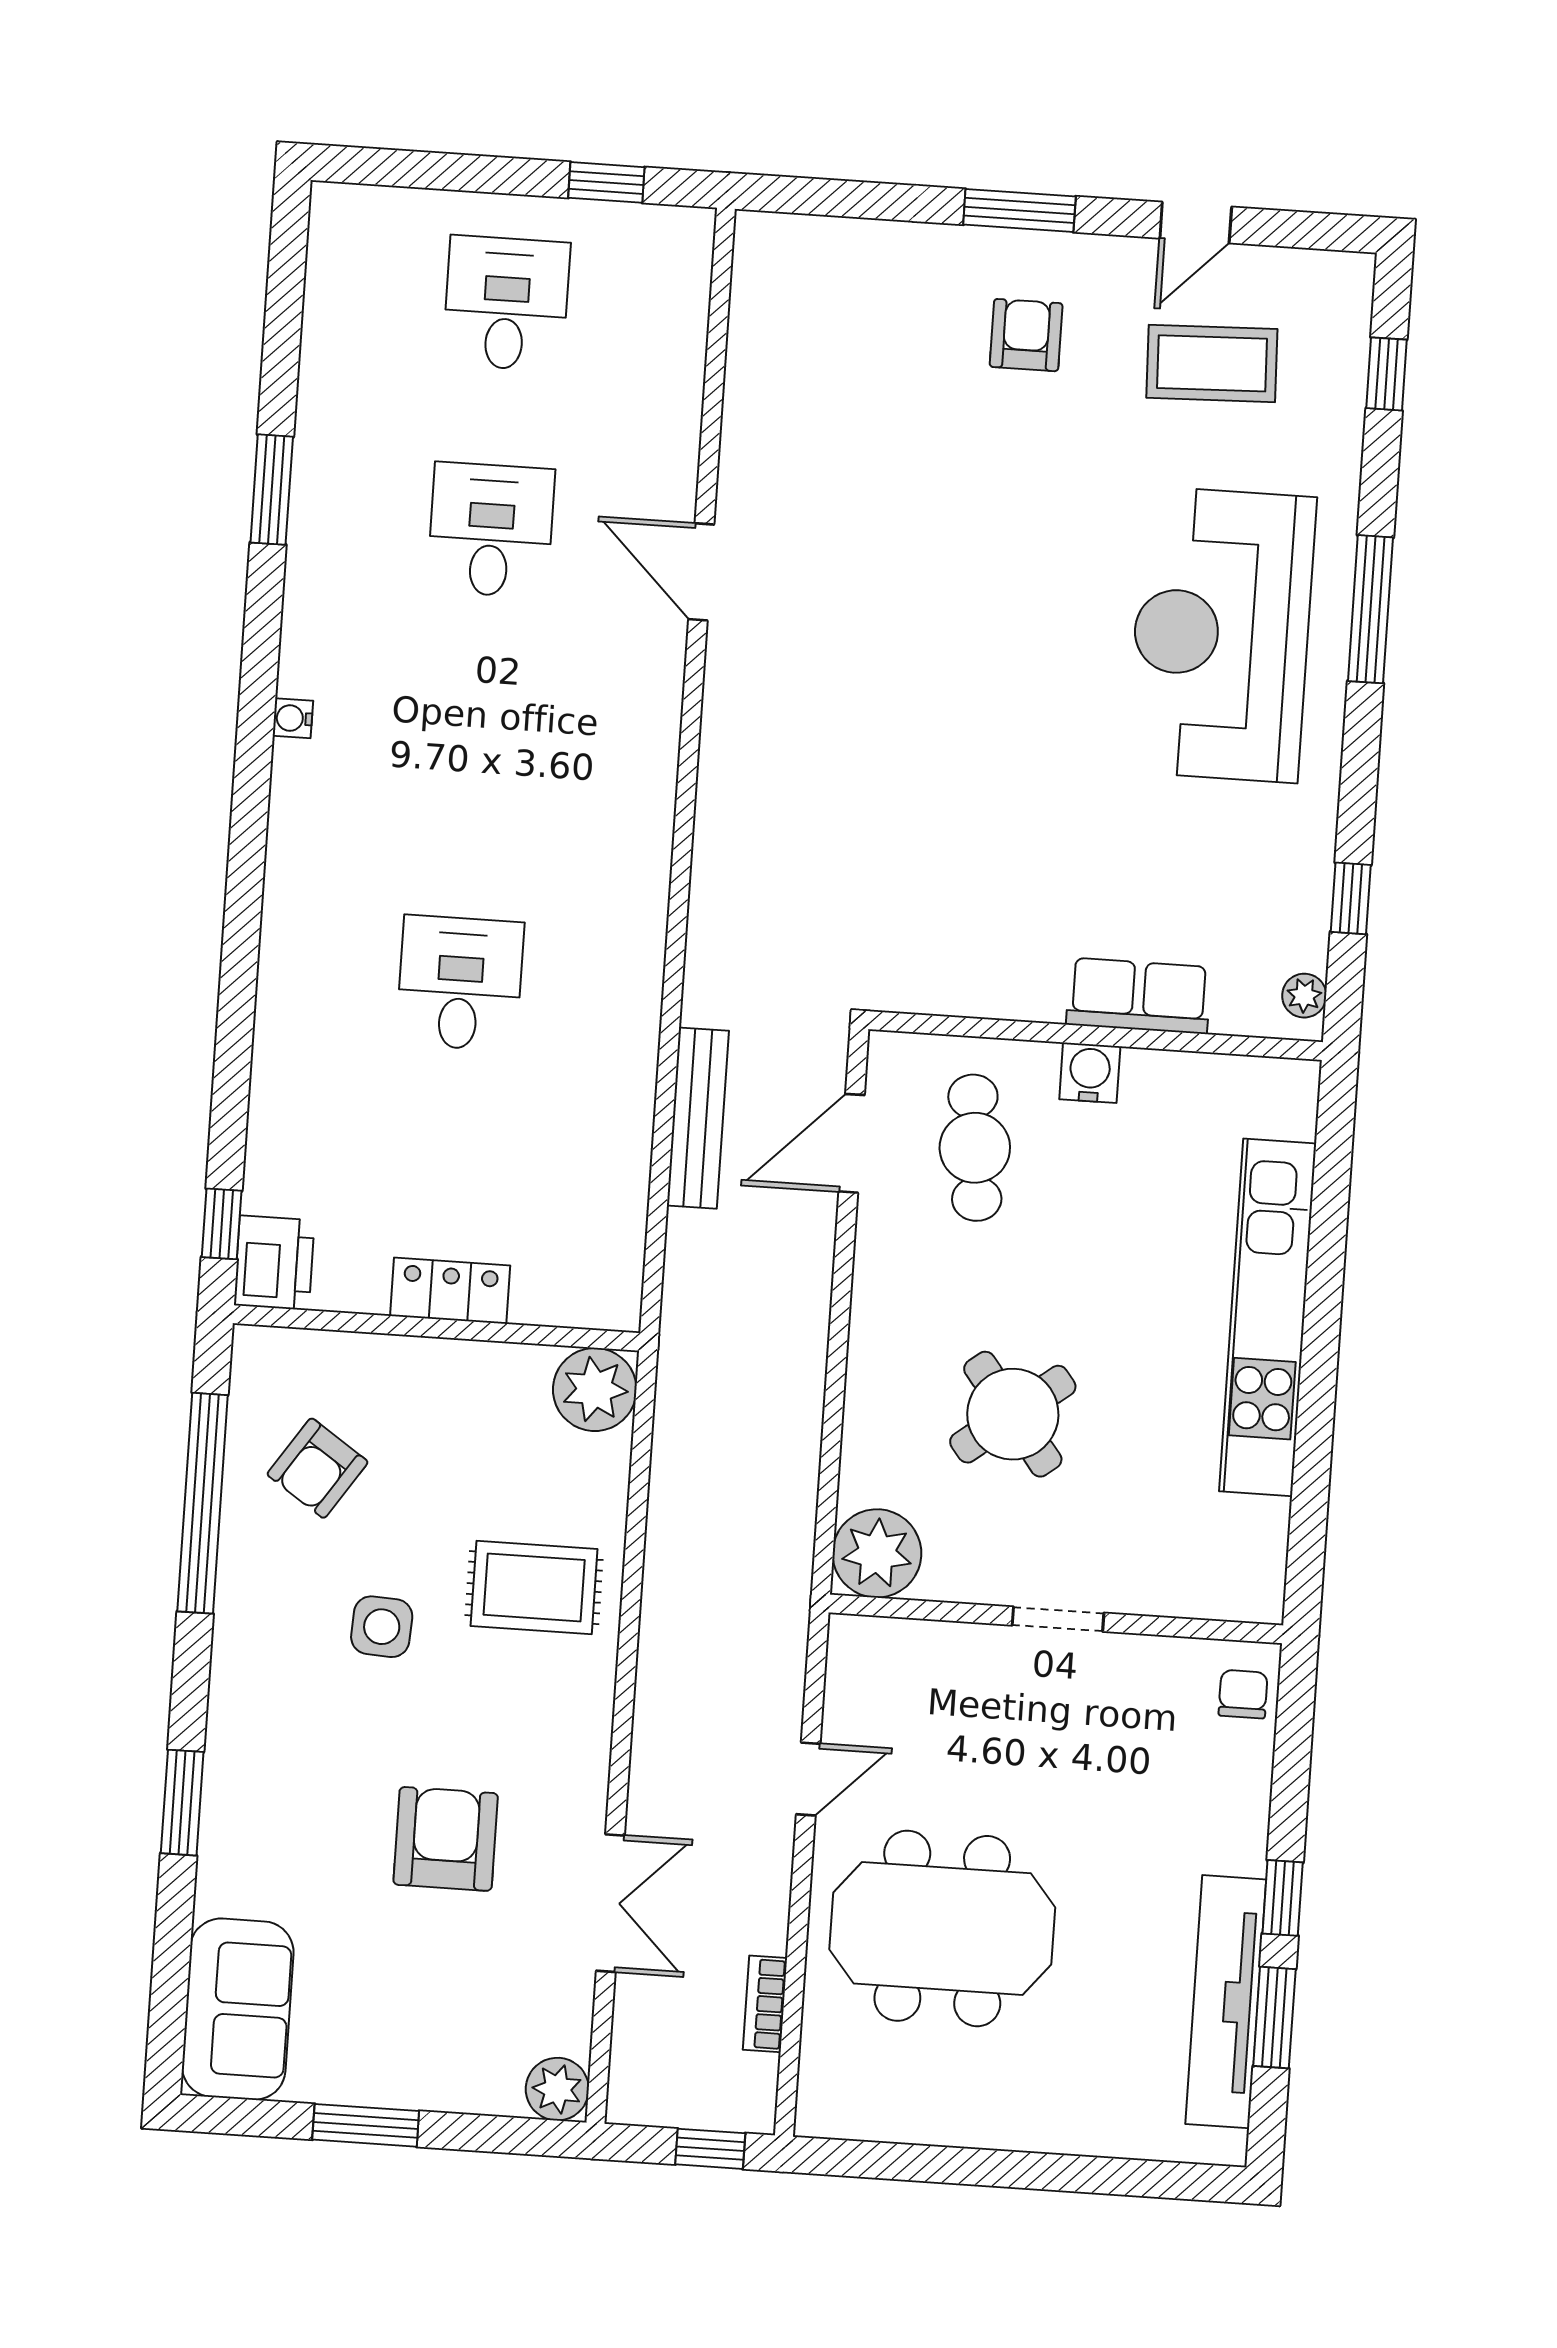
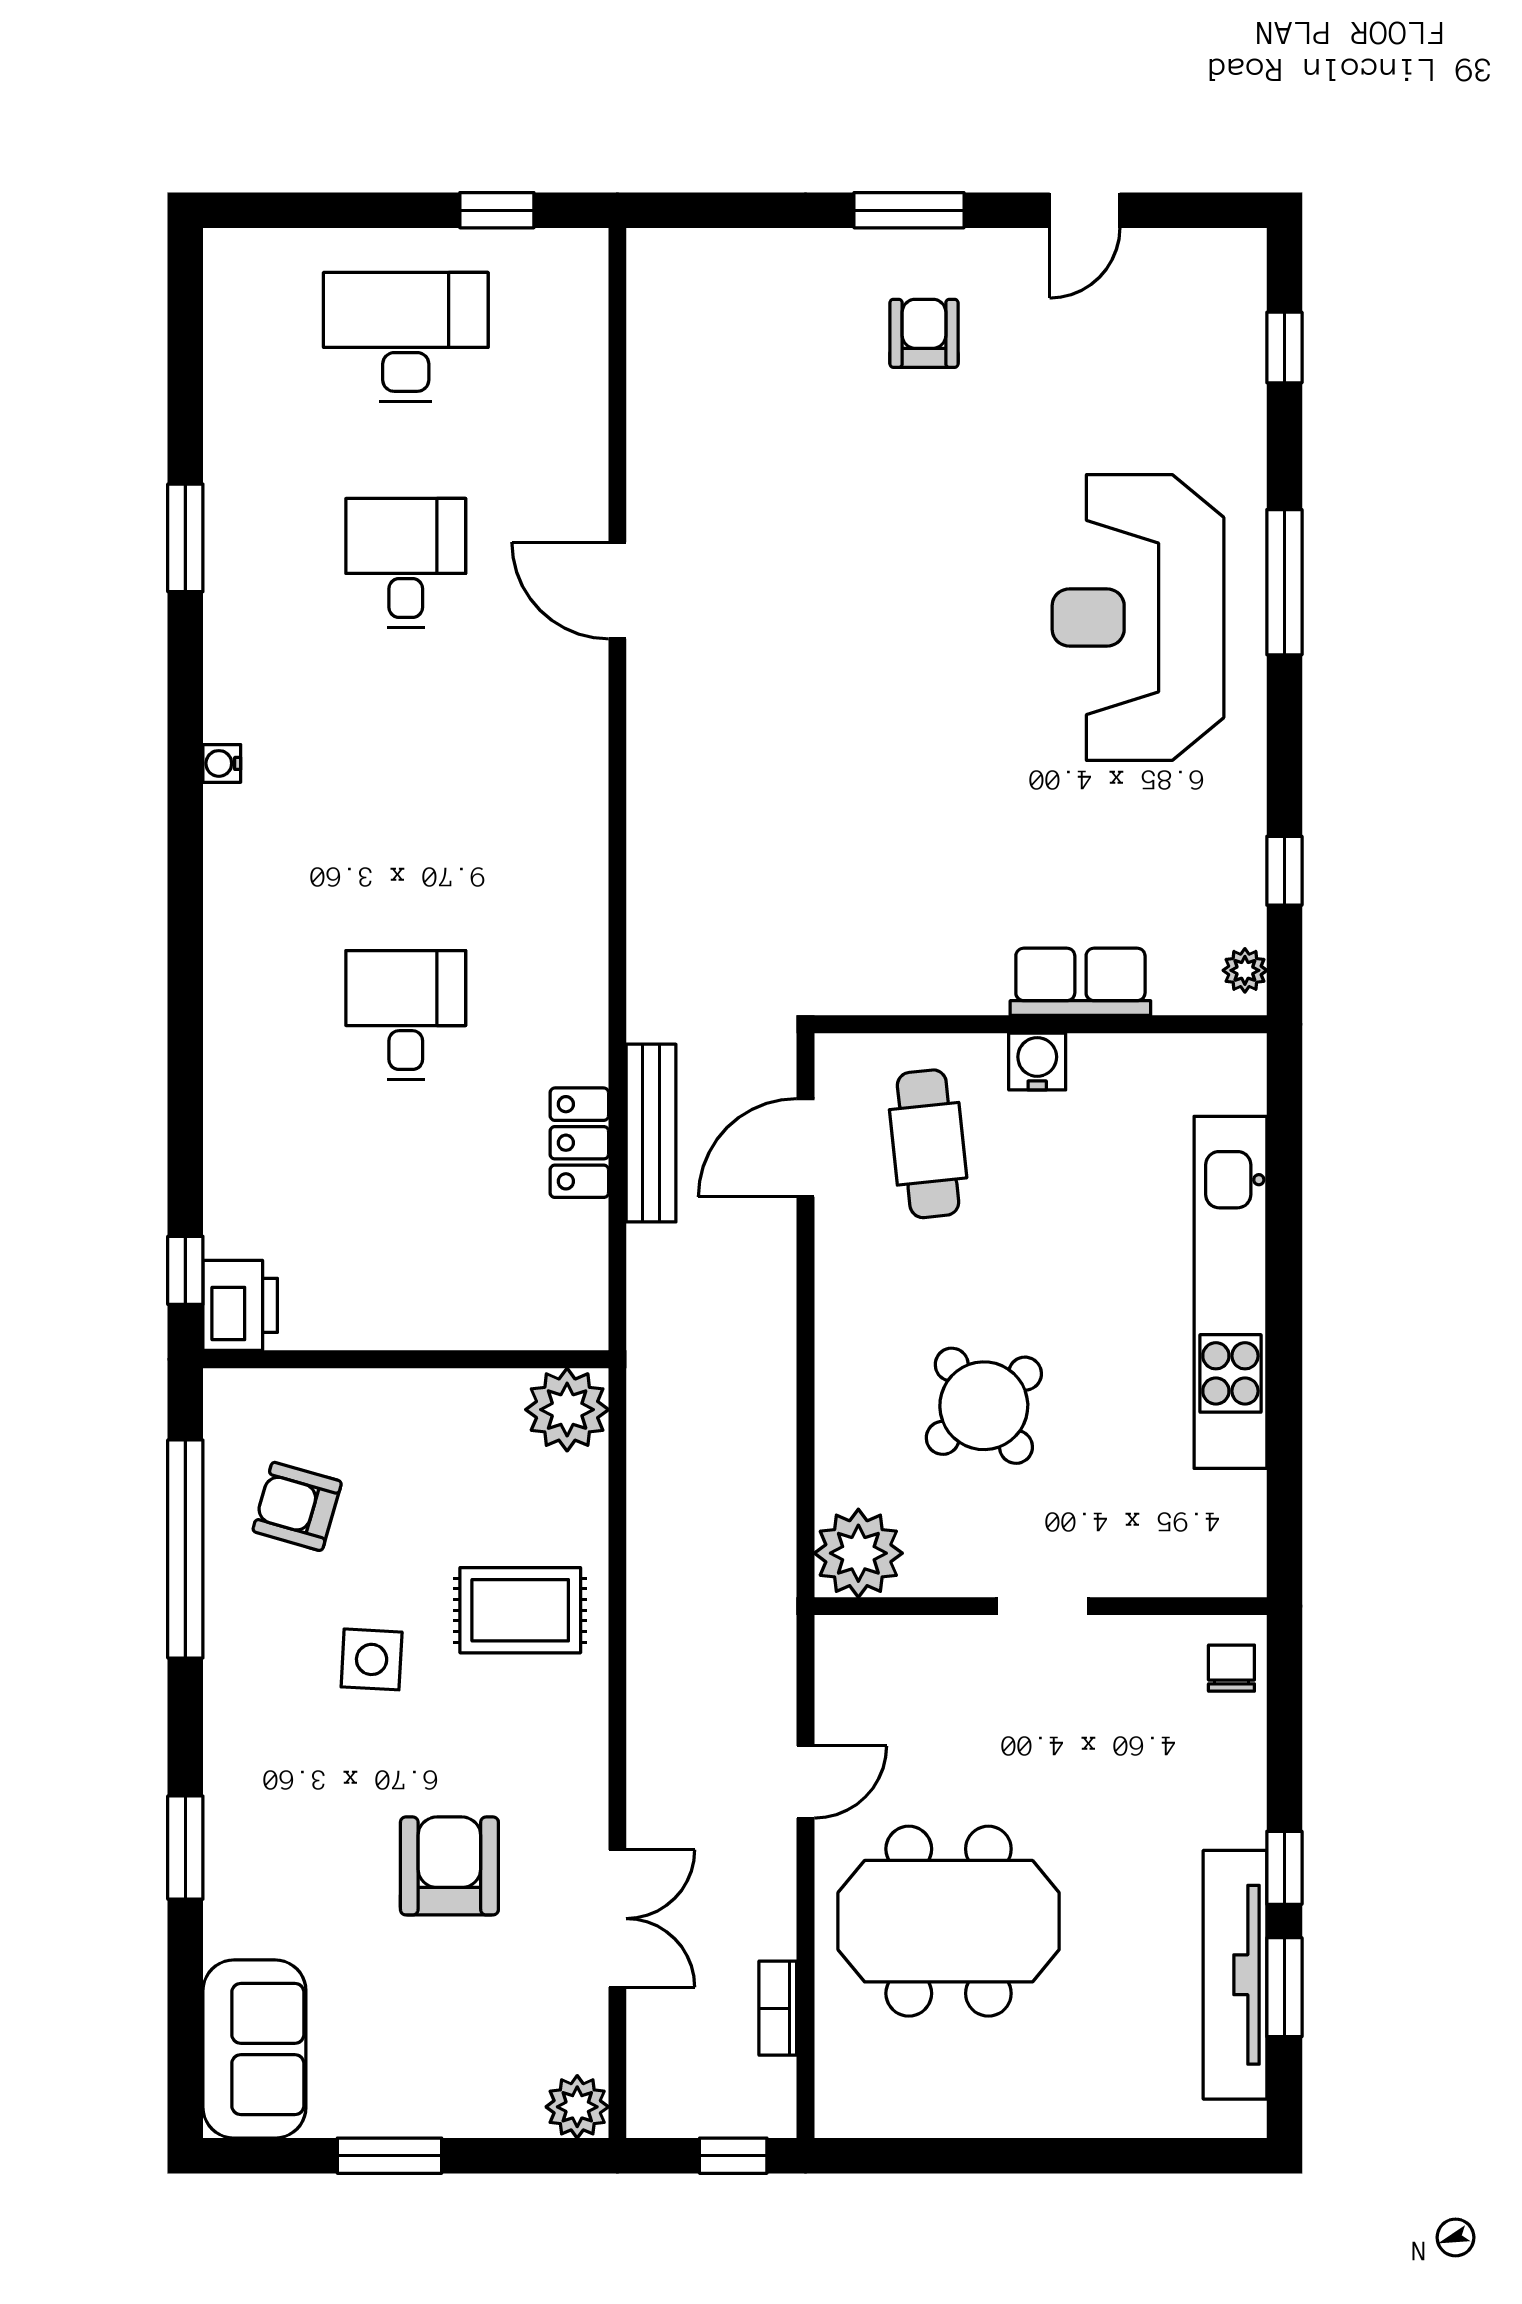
desk: (506, 303) -> (406, 337), width x1.37
coffee table: (1212, 363) -> (1110, 349), removed
locker: (450, 1291) -> (579, 1143), moved, turned -90
armchair: (318, 1468) -> (297, 1506), turned 72

